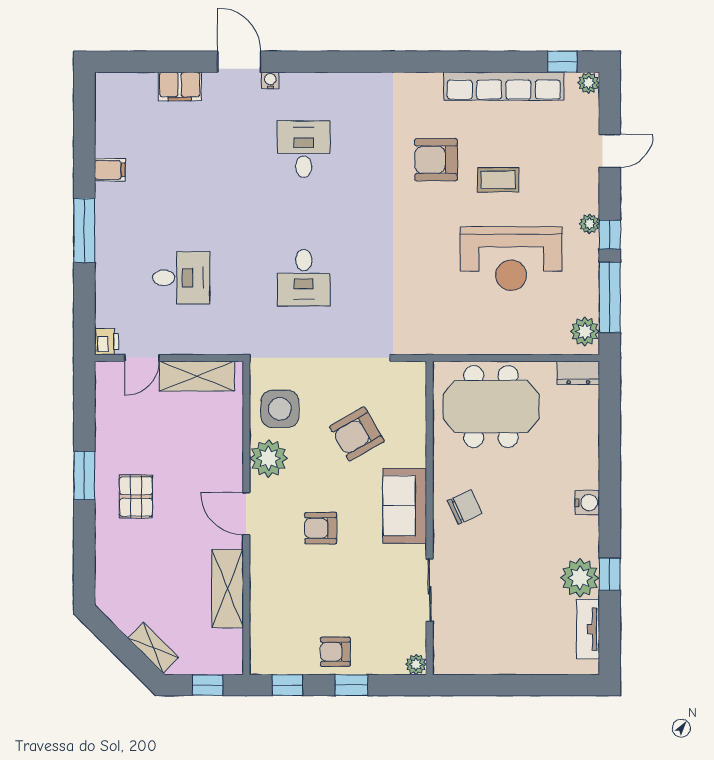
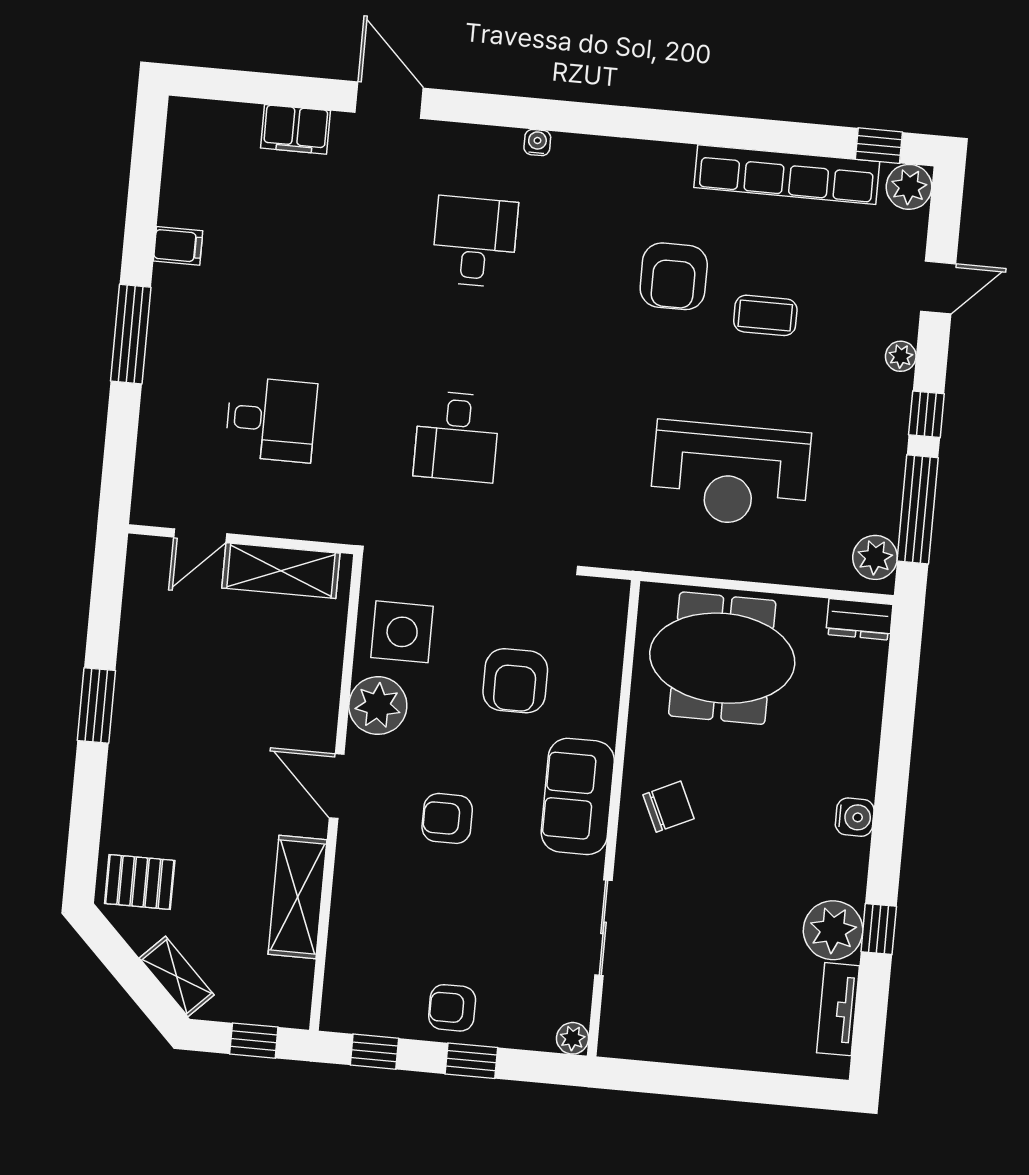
water cooler: (270, 80) -> (537, 143), moved
plant: (589, 83) -> (909, 187), width x1.38, depth x1.38
armchair: (436, 160) -> (674, 276), turned -90
plant: (589, 224) -> (901, 356), moved
reception desk: (511, 259) -> (730, 474), moved
printer: (107, 342) -> (149, 506), removed
armchair: (357, 434) -> (515, 681), turned -60
pallet: (136, 497) -> (140, 882), moved, turned 90

